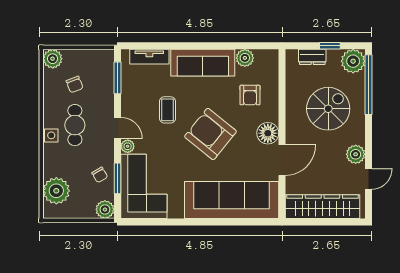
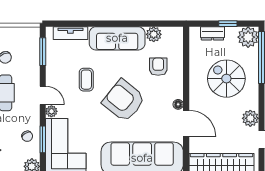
armchair: (250, 95) -> (158, 67), turned 180
spiral stairs: (328, 109) -> (226, 79), turned -90
floor lamp: (268, 133) -> (178, 104), width x0.53, depth x0.53
door: (282, 160) -> (186, 123), hinge flipped

